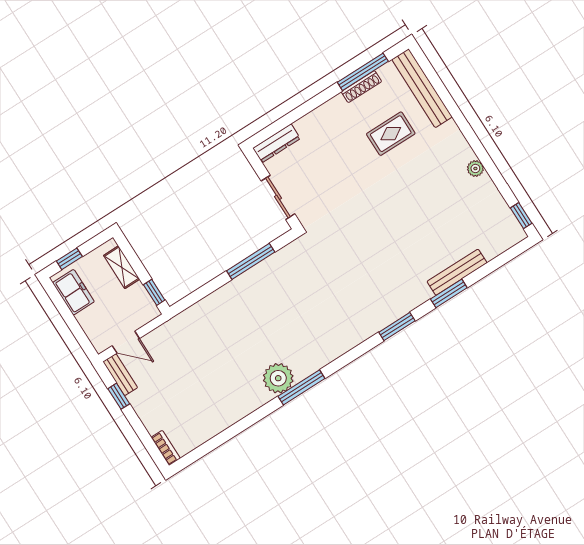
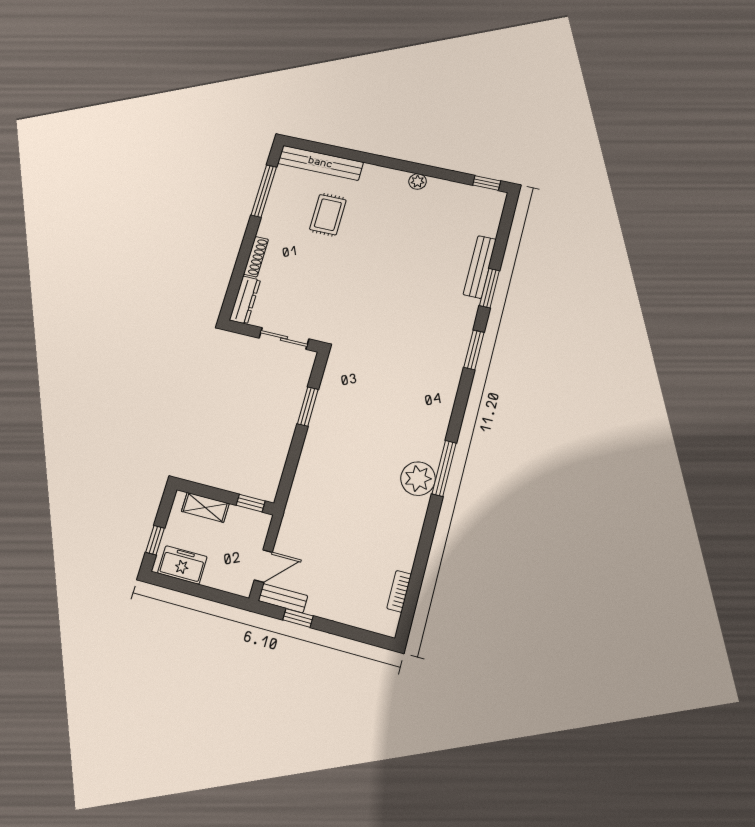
shoe rack: (361, 87) -> (256, 257), moved
window: (251, 261) -> (308, 407), width x0.69
bookcase: (166, 448) -> (399, 591), moved, turned -90

